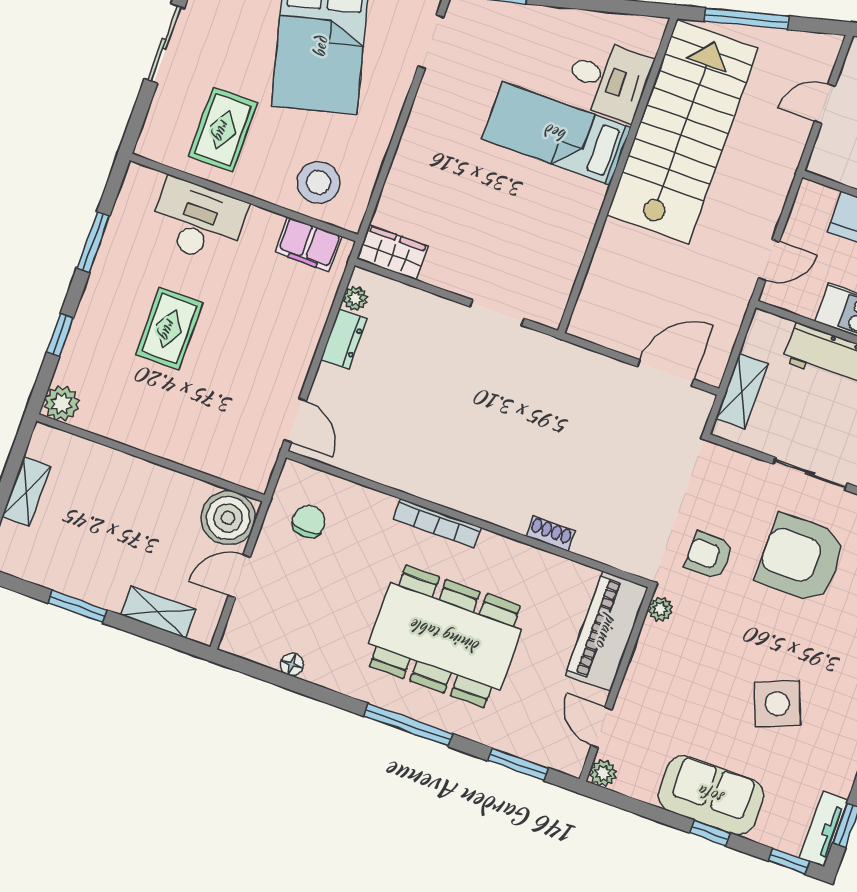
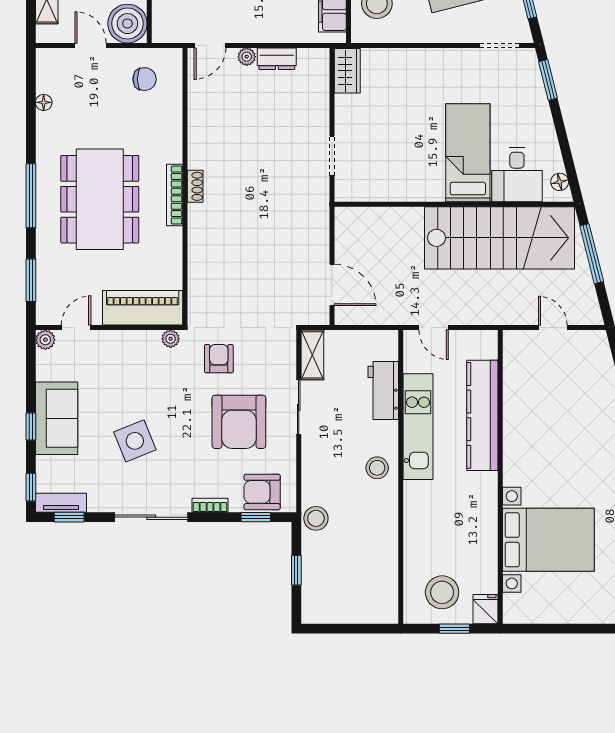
floor lamp: (637, 27) -> (560, 182), added
plant: (355, 299) -> (247, 57), moved
shelving: (742, 391) -> (312, 355), moved, turned 90
bookcase: (437, 523) -> (175, 195), moved
shoe rack: (550, 534) -> (195, 186), moved
armchair: (801, 559) -> (239, 422), turned 180

